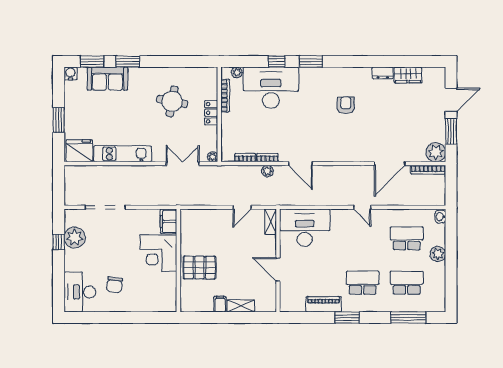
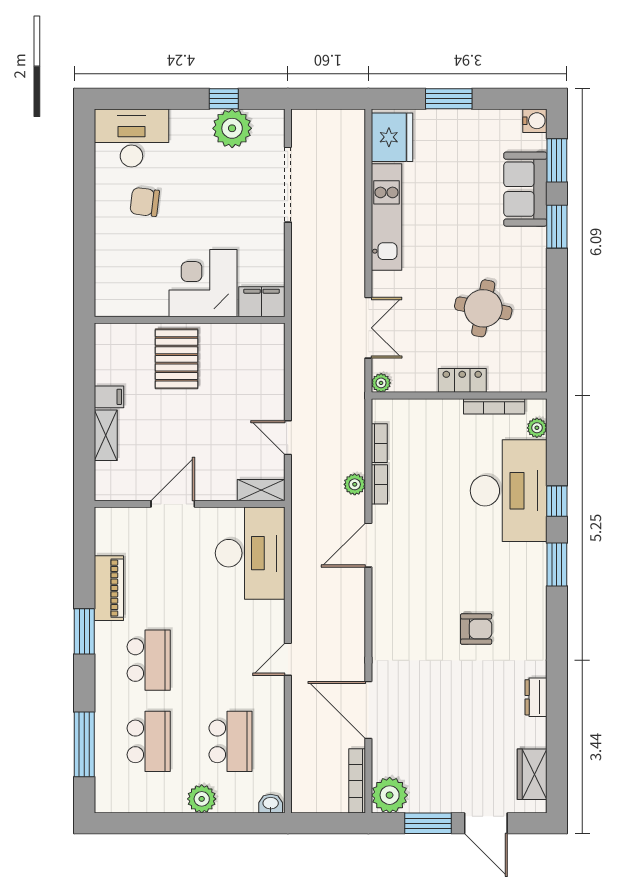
wardrobe: (408, 75) -> (532, 774), moved

